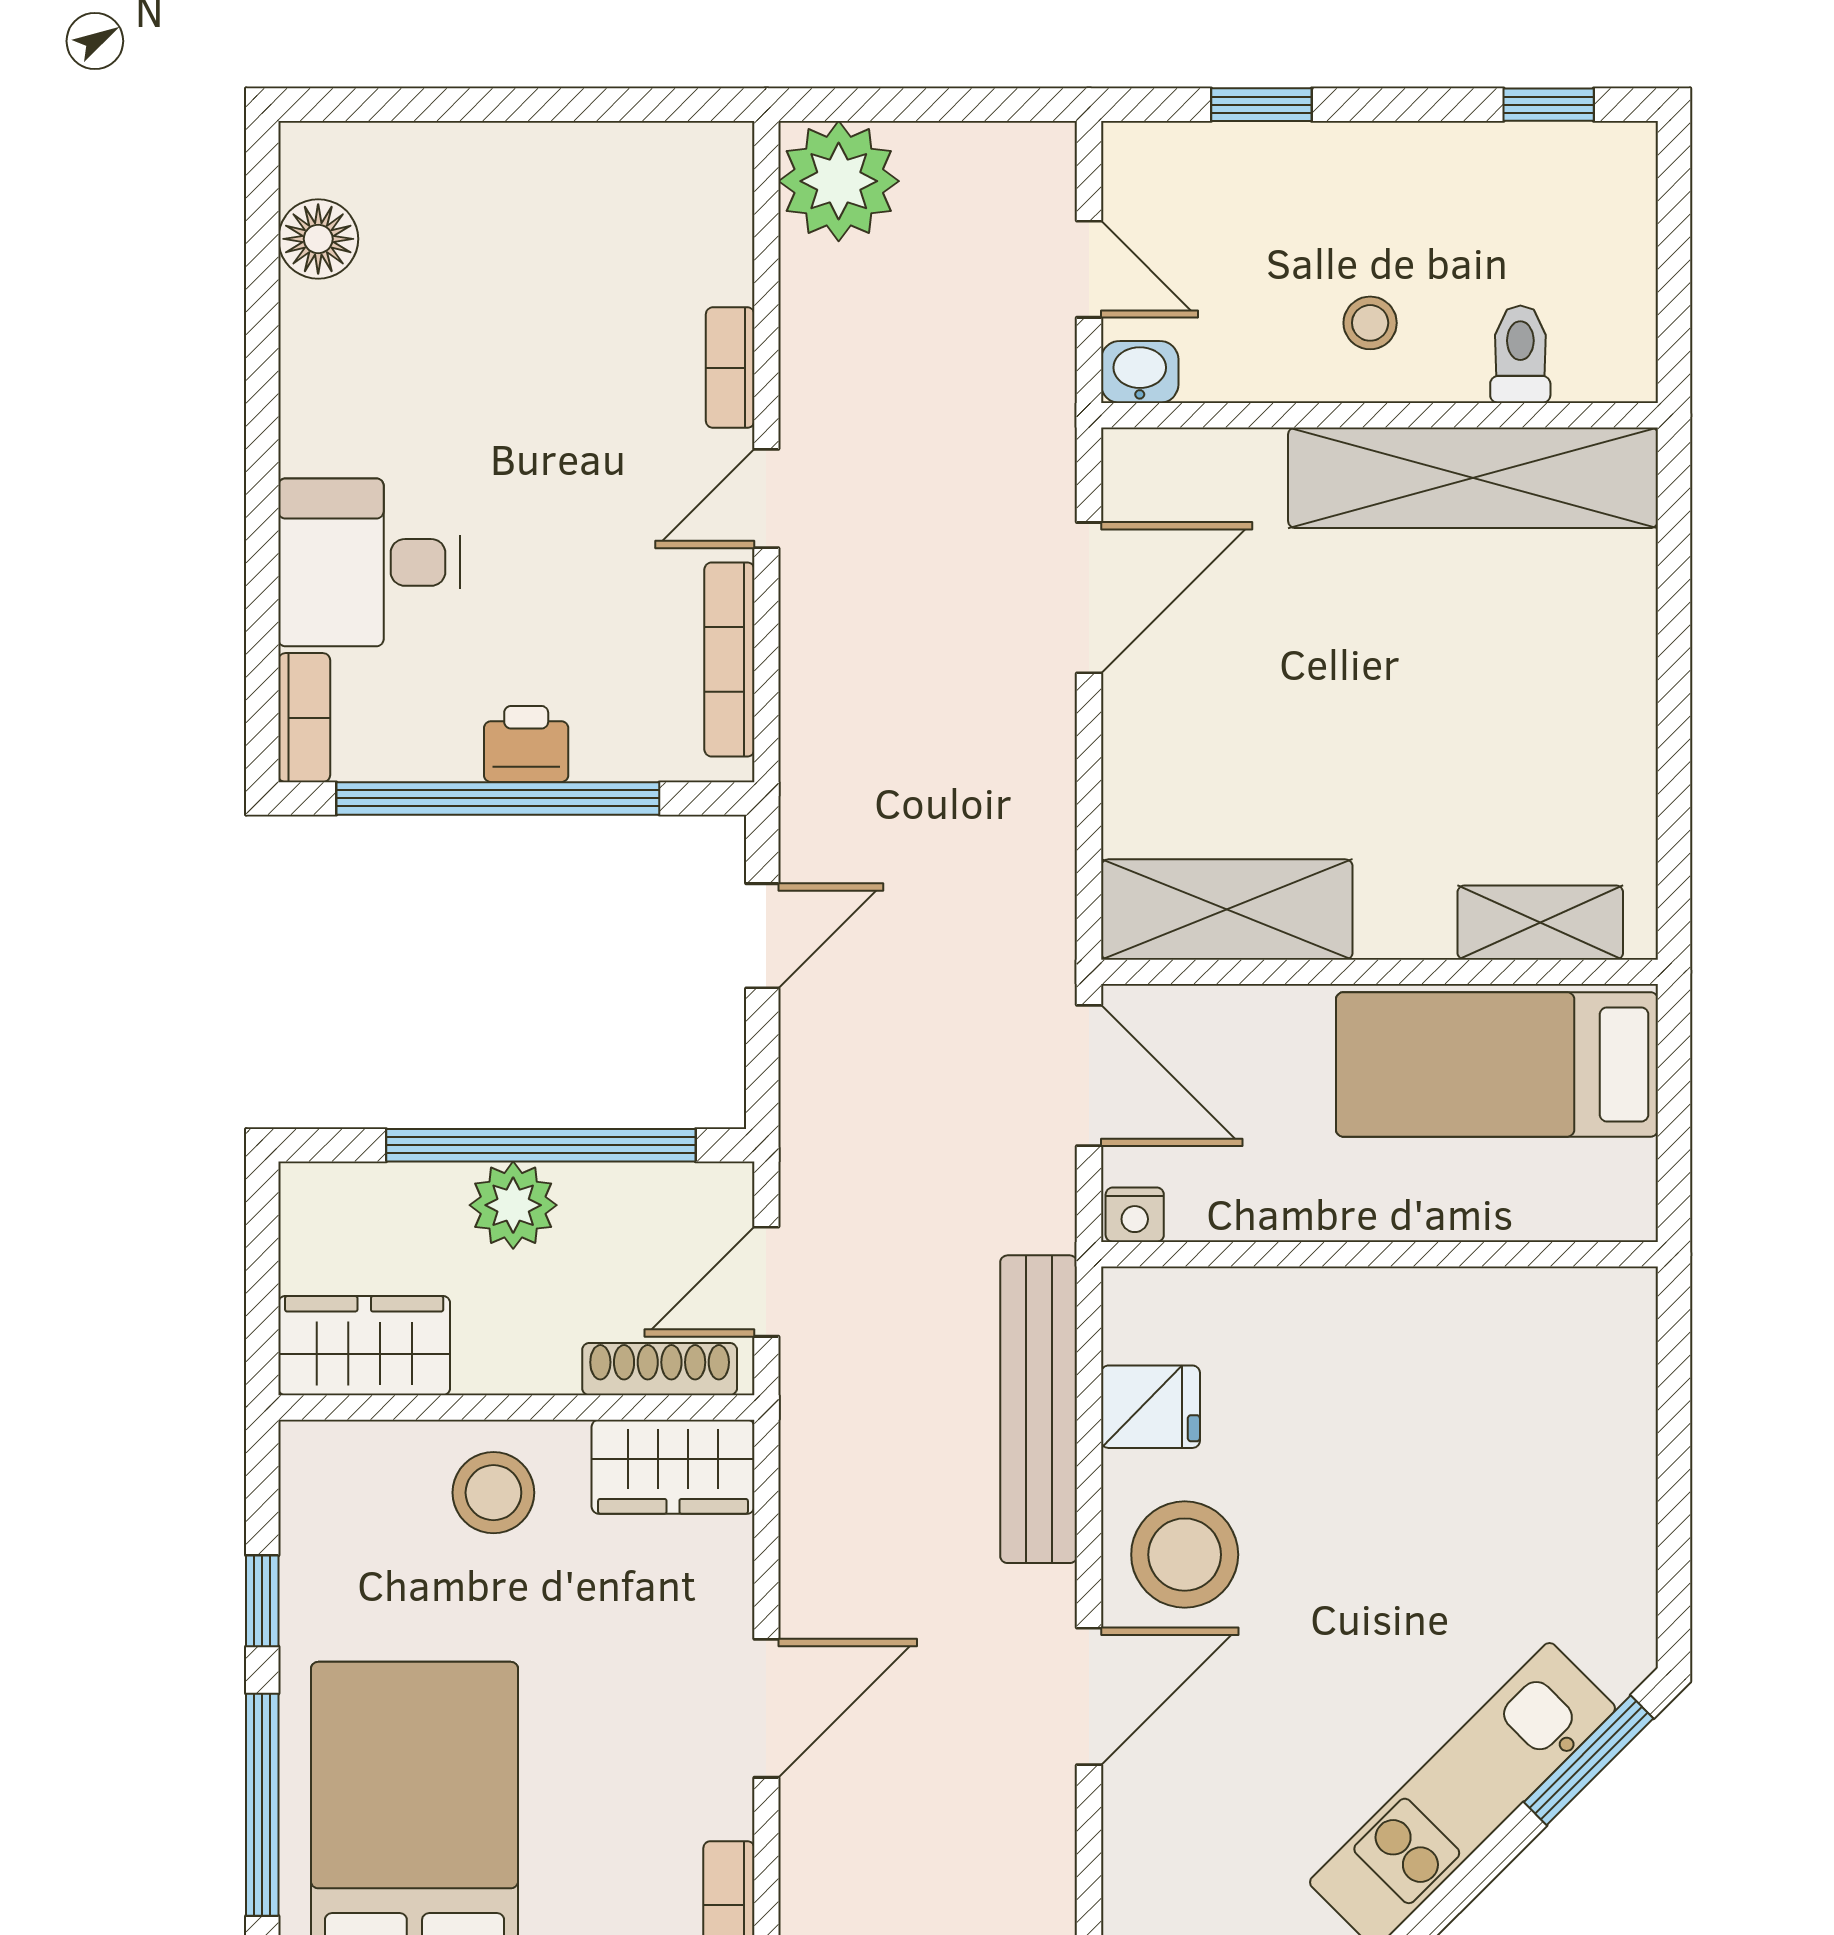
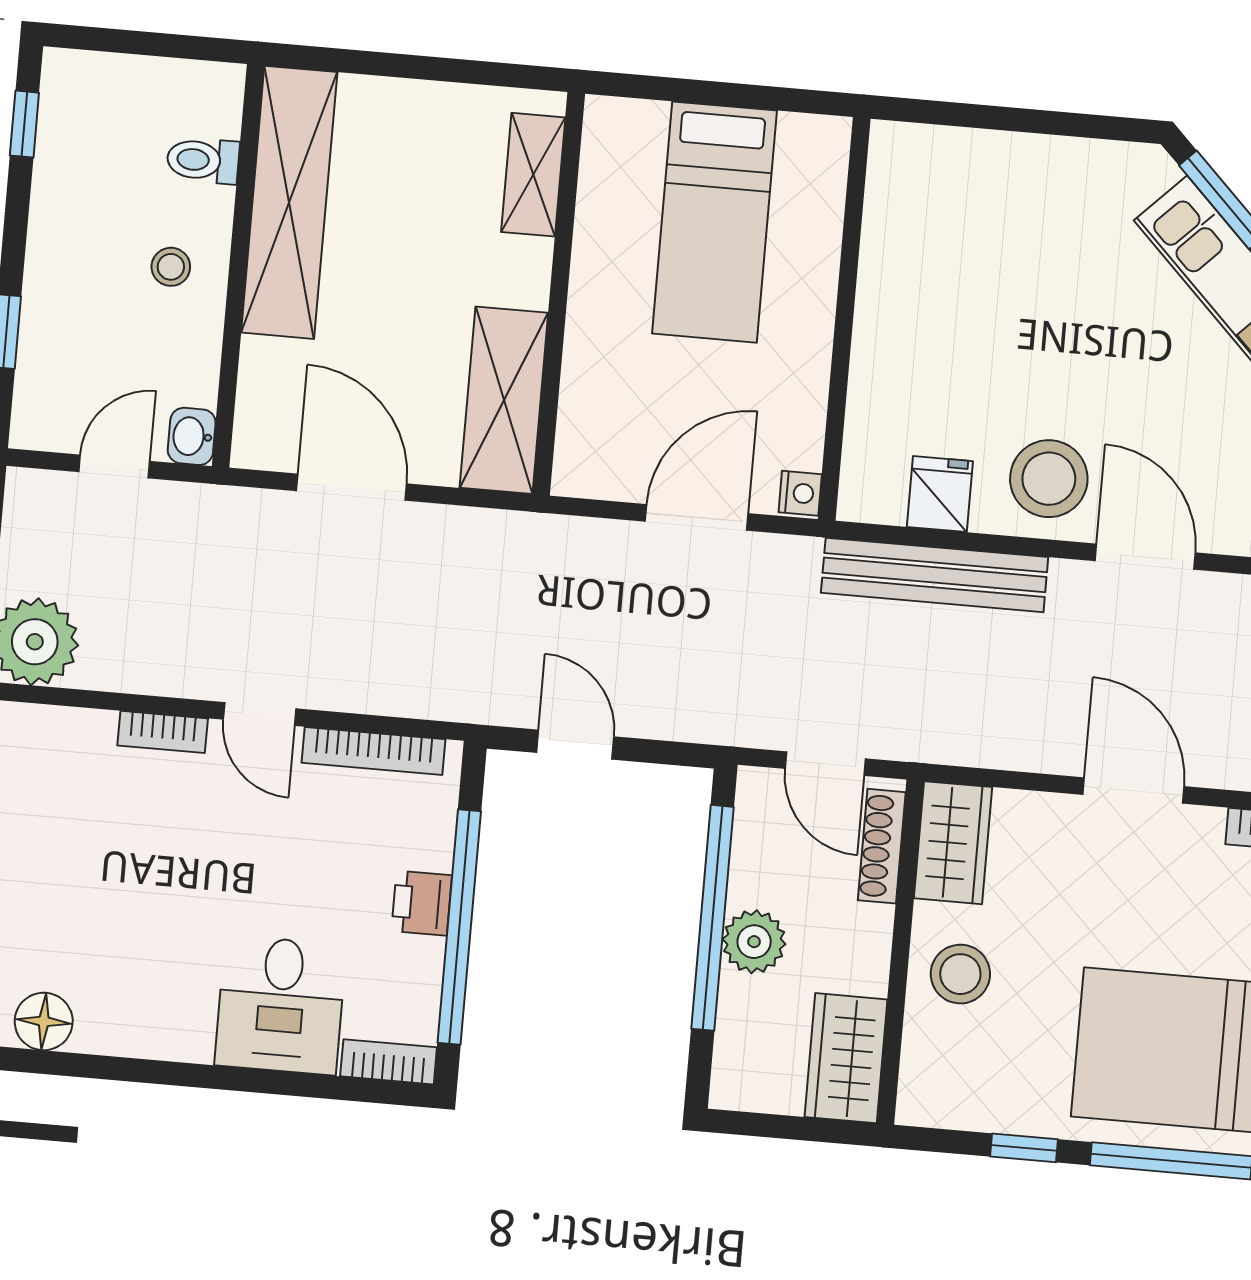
shelving: (1227, 909) -> (504, 400), moved
shelving: (1540, 923) -> (533, 175), moved
wall: (1379, 972) -> (559, 294), moved

